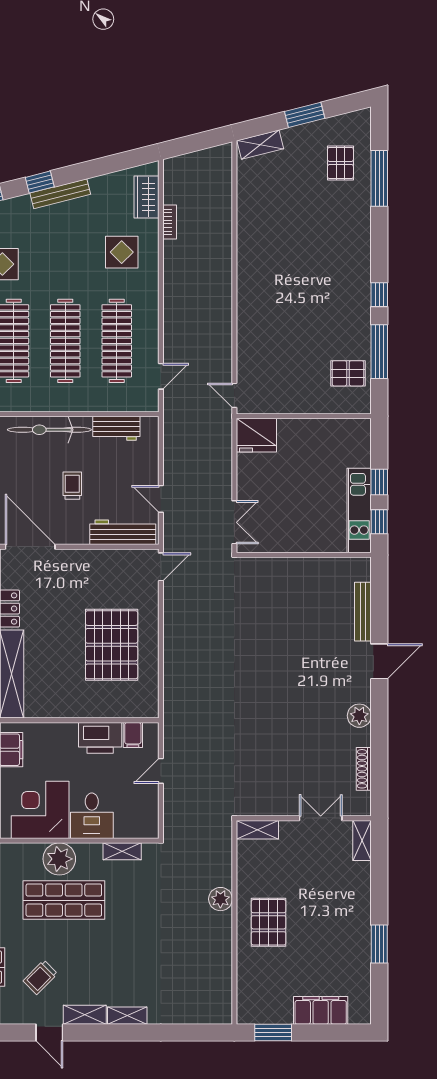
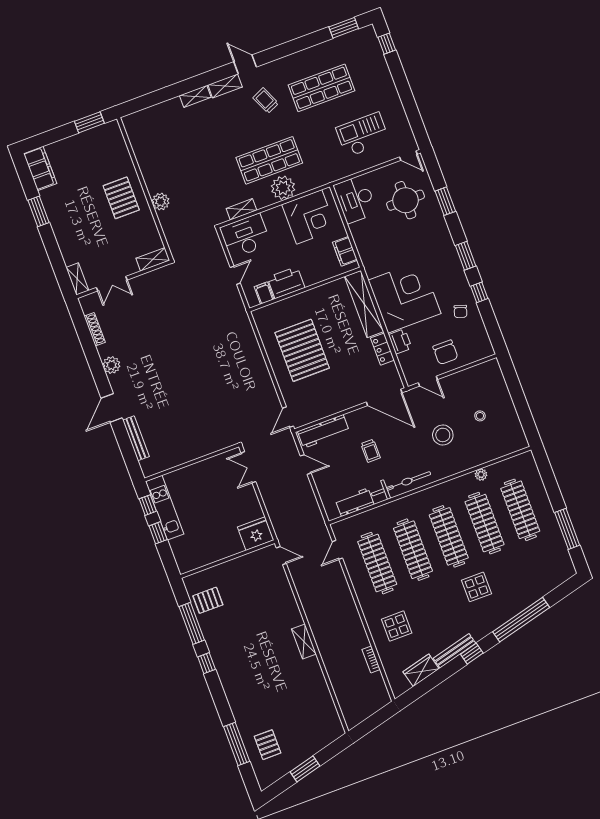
shelving: (260, 145) -> (304, 641), moved, turned -76
wardrobe: (147, 197) -> (421, 670), moved, turned -104
desk: (92, 816) -> (245, 236), moved, width x1.37
trolley: (40, 977) -> (266, 101), turned -69
filing cabinet: (321, 1010) -> (40, 168), moved, turned -90

